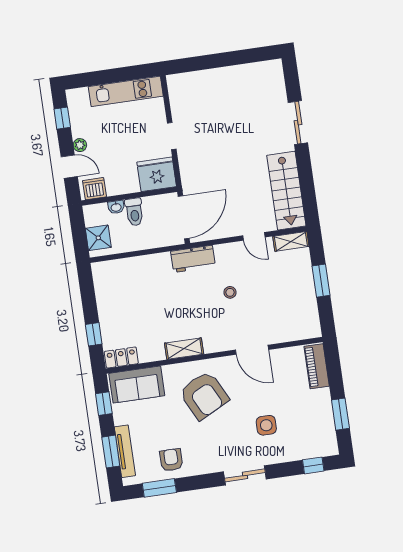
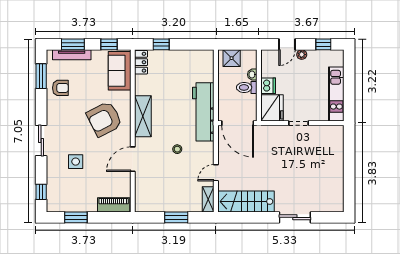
dishwasher: (94, 189) -> (268, 86), moved
workbench: (193, 259) -> (203, 112), width x1.88, depth x1.32
shelving: (184, 349) -> (143, 116), width x1.50, depth x1.33

